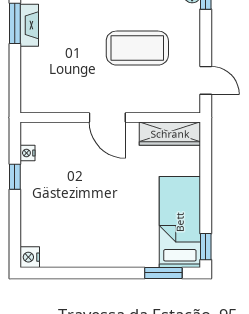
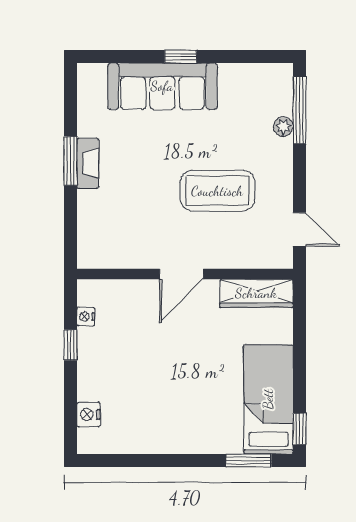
door: (107, 117) -> (181, 274), hinge flipped
nightstand: (30, 257) -> (88, 414), moved

